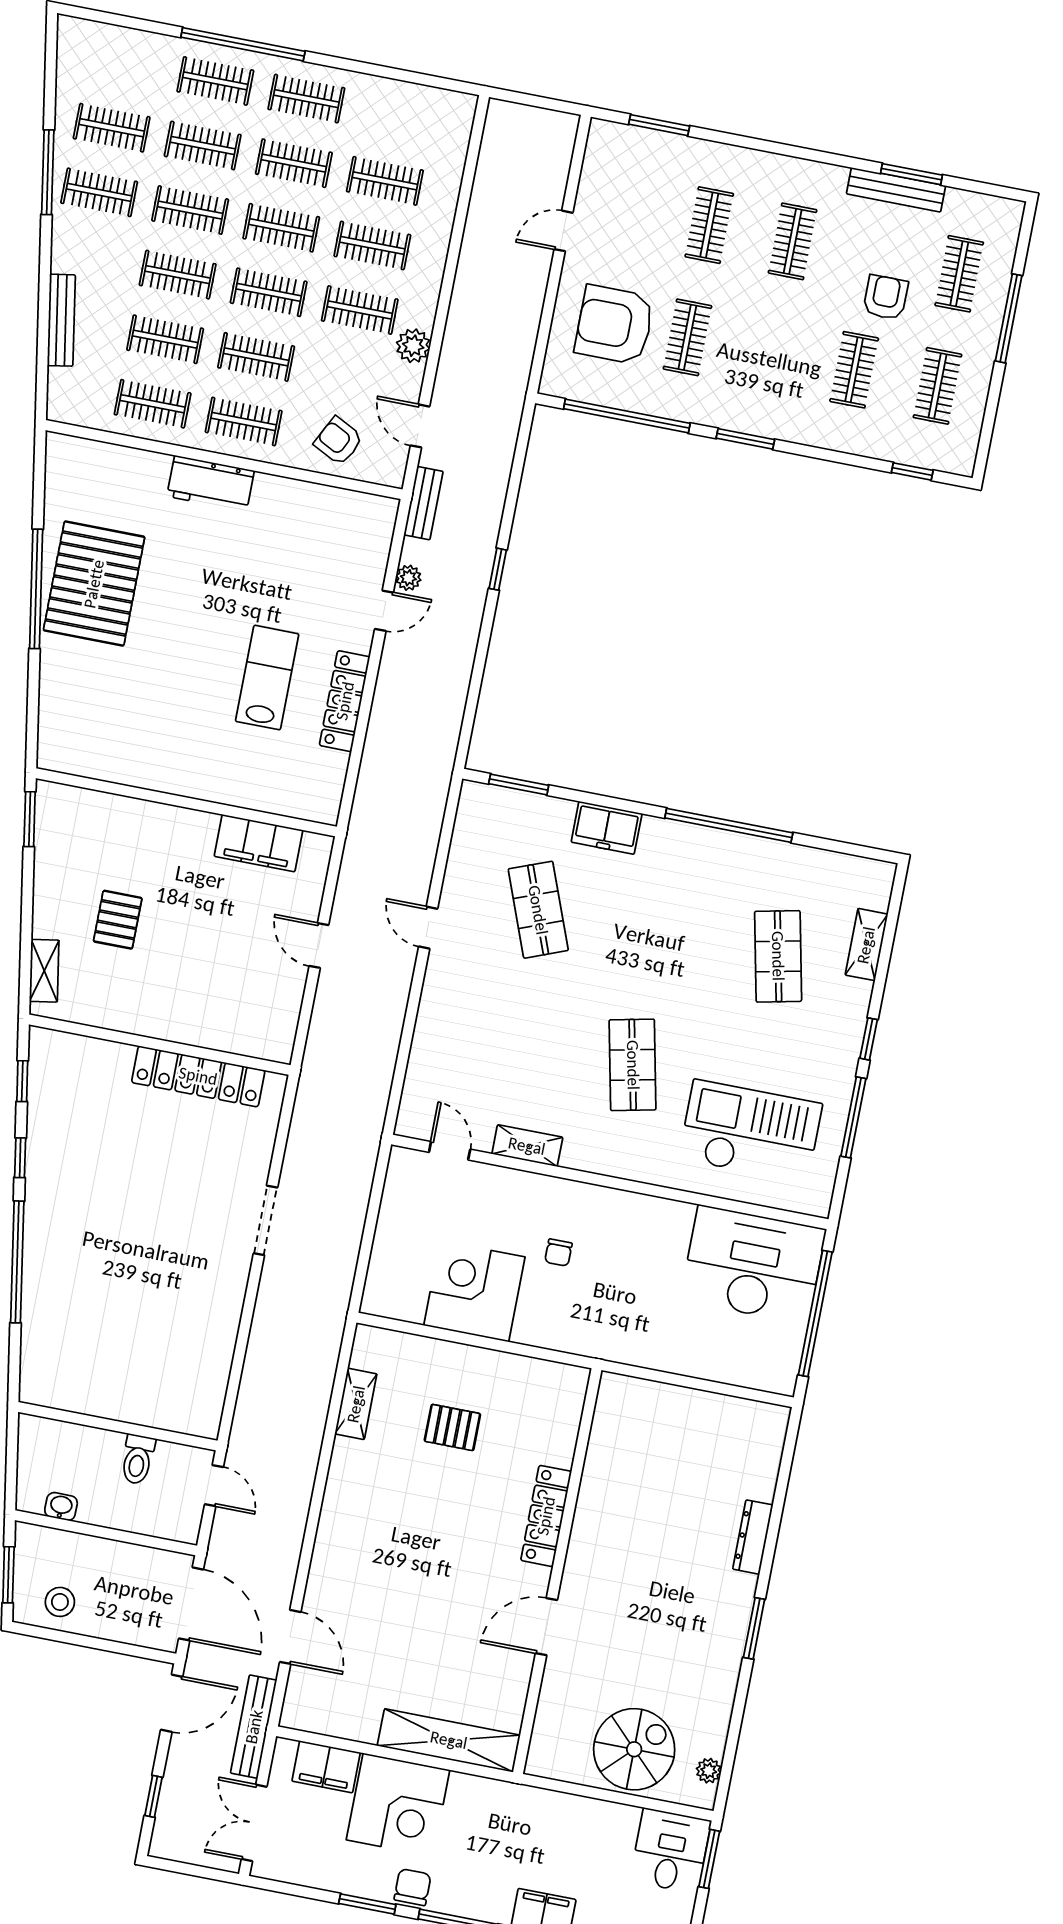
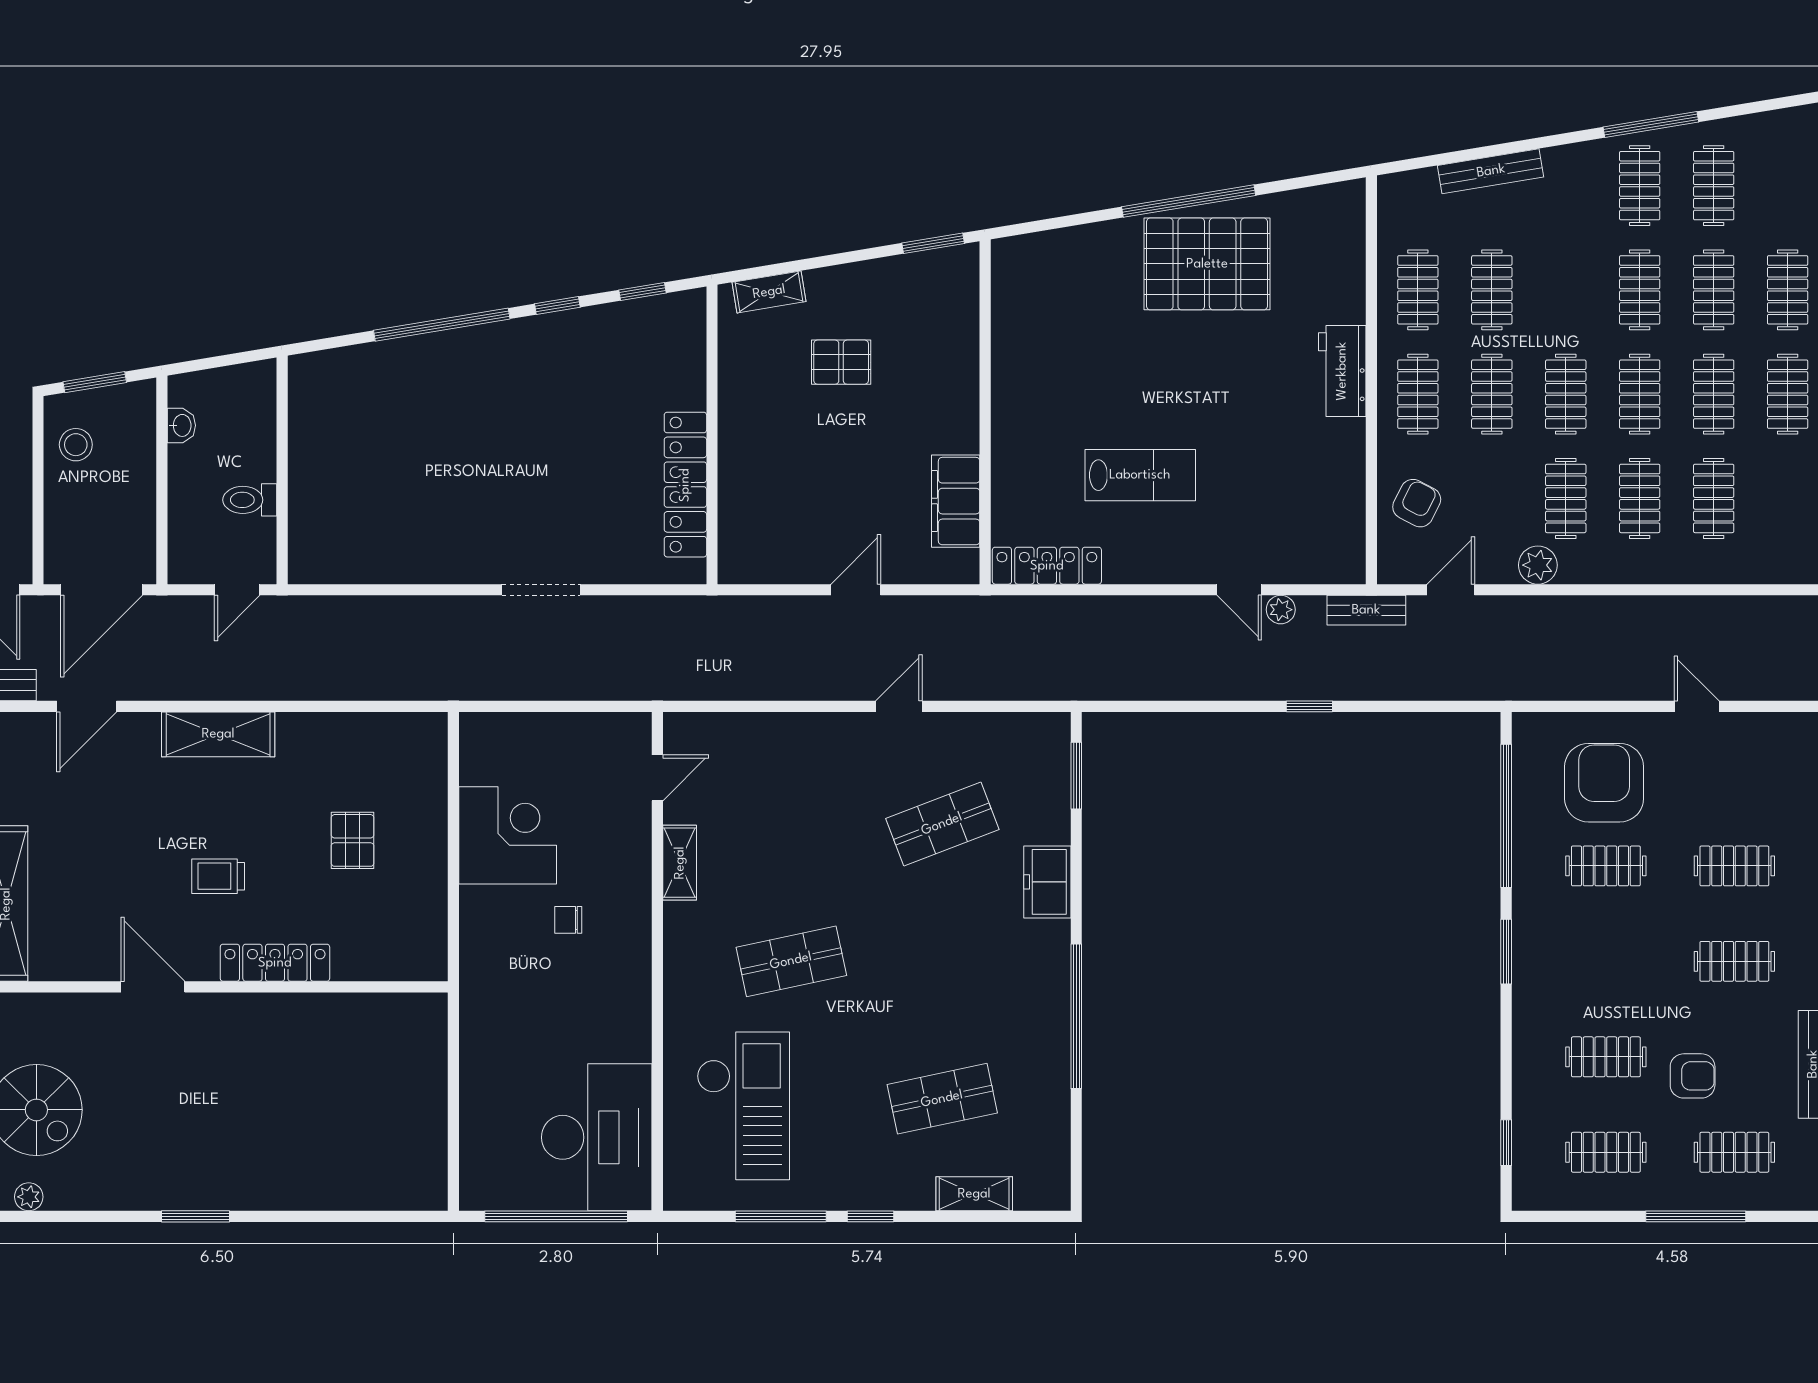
clothes rail: (178, 275) -> (1566, 290), removed
locker: (345, 701) -> (1047, 566), moved
shelving: (356, 1404) -> (218, 734), moved, width x1.50, depth x1.33
dresser: (753, 1537) -> (296, 1195), removed
trolley: (461, 1551) -> (218, 876), added

